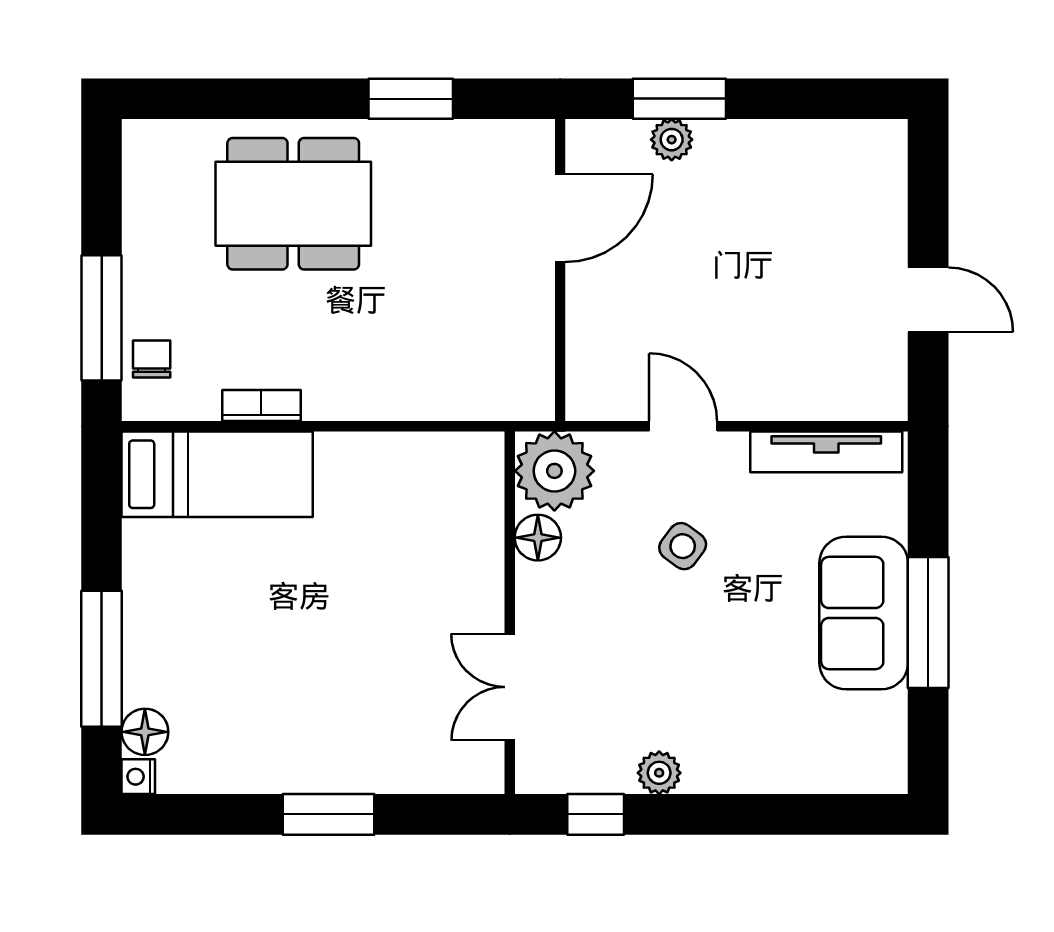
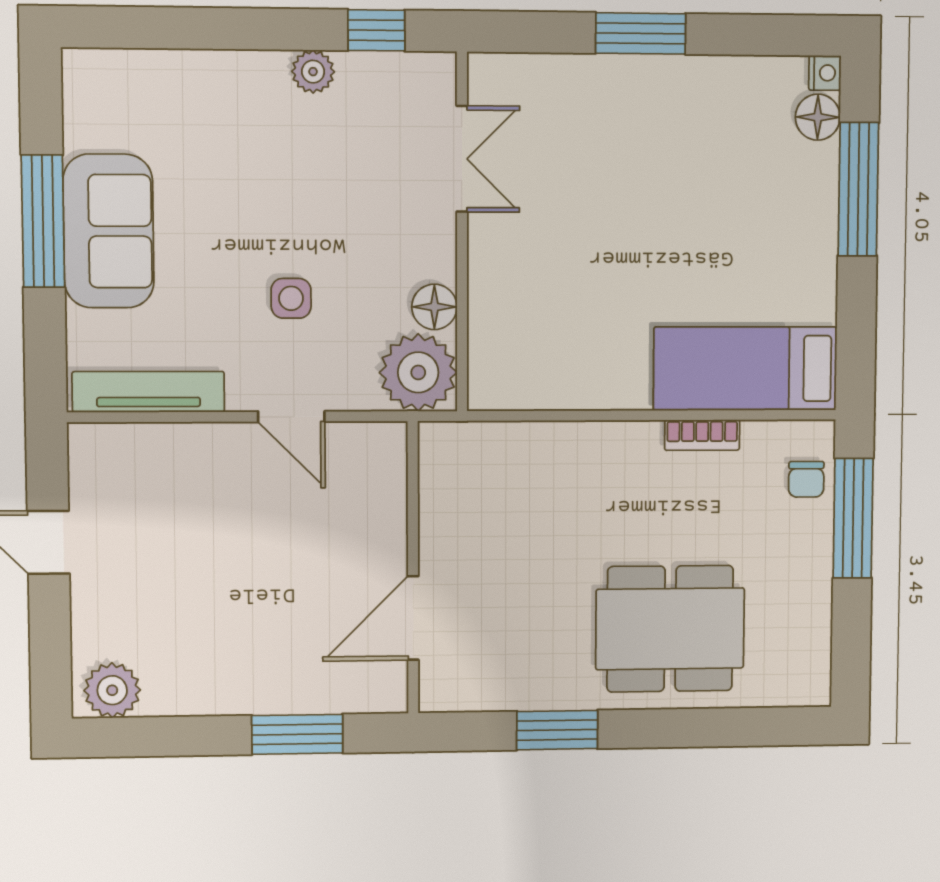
plant: (672, 140) -> (112, 690), moved, width x1.38, depth x1.38
side table: (683, 546) -> (291, 298), turned -37

